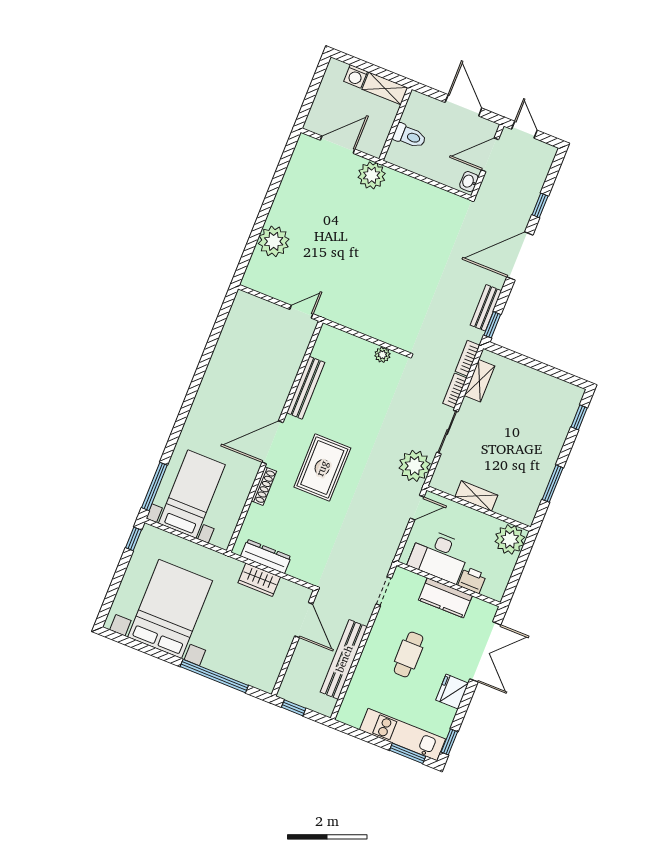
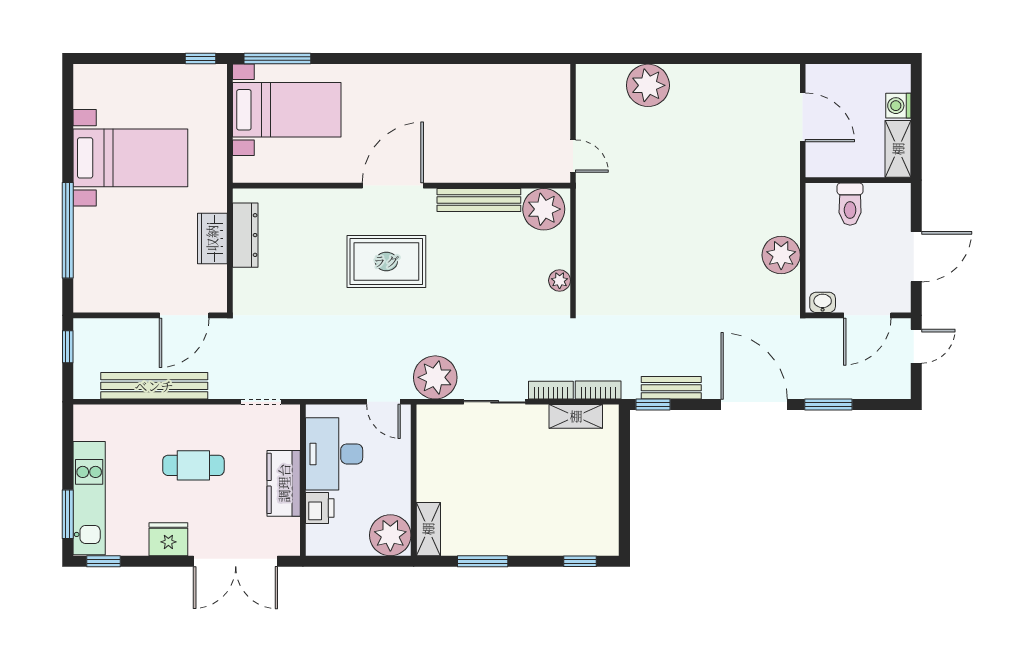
door: (490, 155) -> (867, 315), swing flipped
plant: (372, 175) -> (781, 255), moved
window: (540, 205) -> (828, 404), width x1.50
plant: (330, 346) -> (544, 209), added
door: (272, 442) -> (393, 186), hinge flipped
shoe rack: (264, 486) -> (333, 197), removed
shelving: (476, 496) -> (428, 529), moved
bed with nightstands: (170, 609) -> (130, 158), width x0.73

